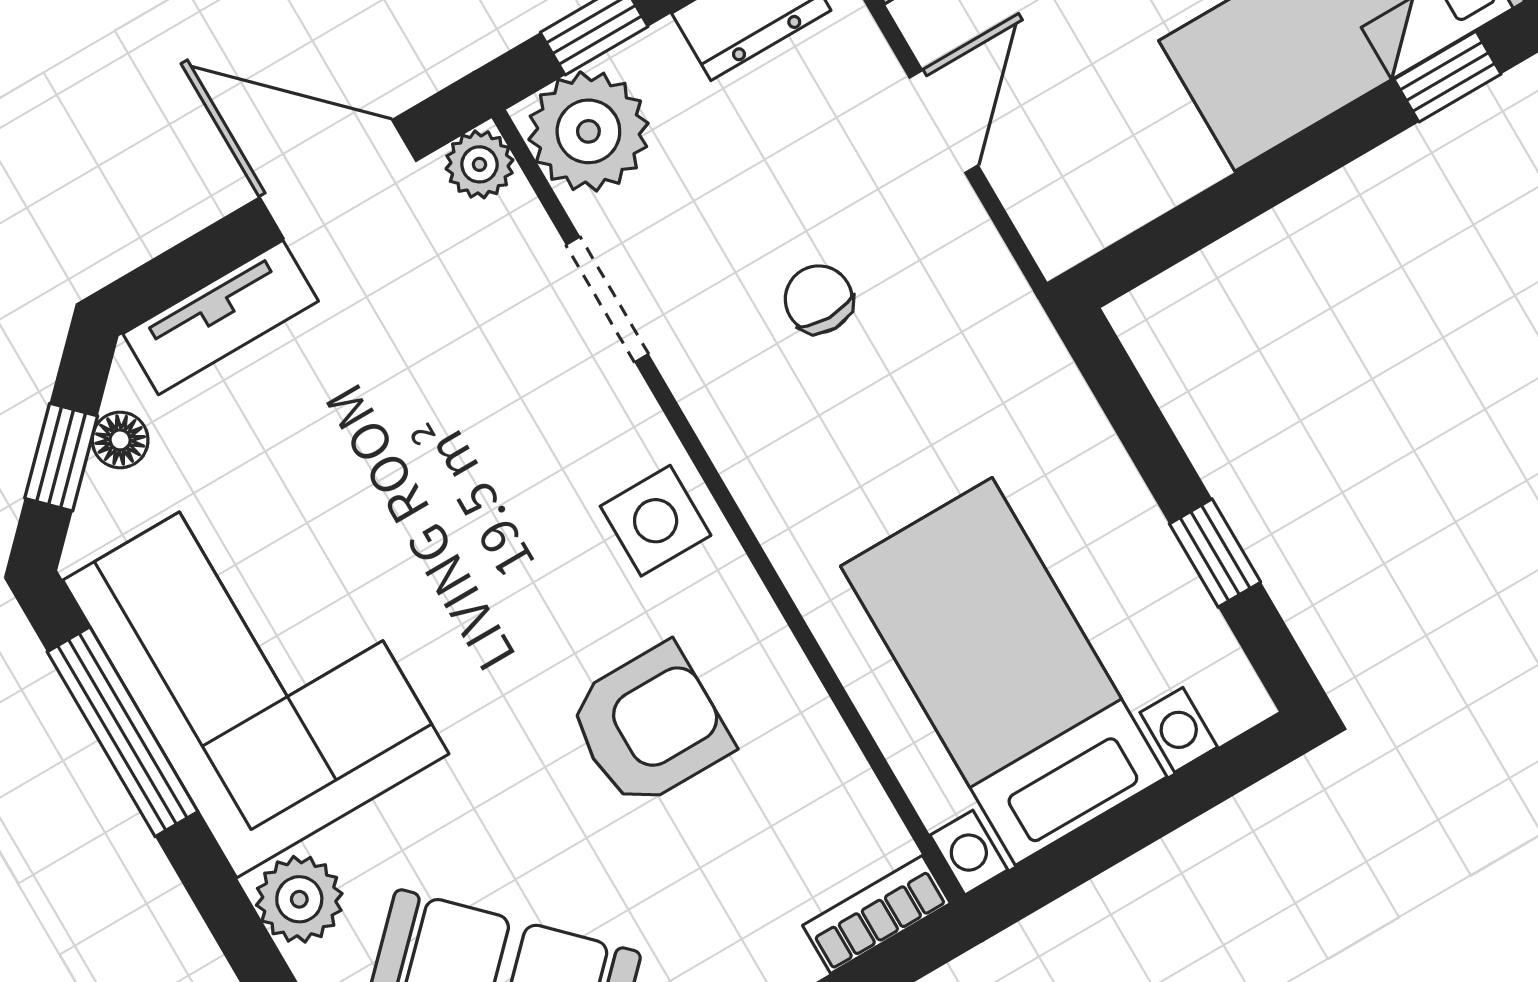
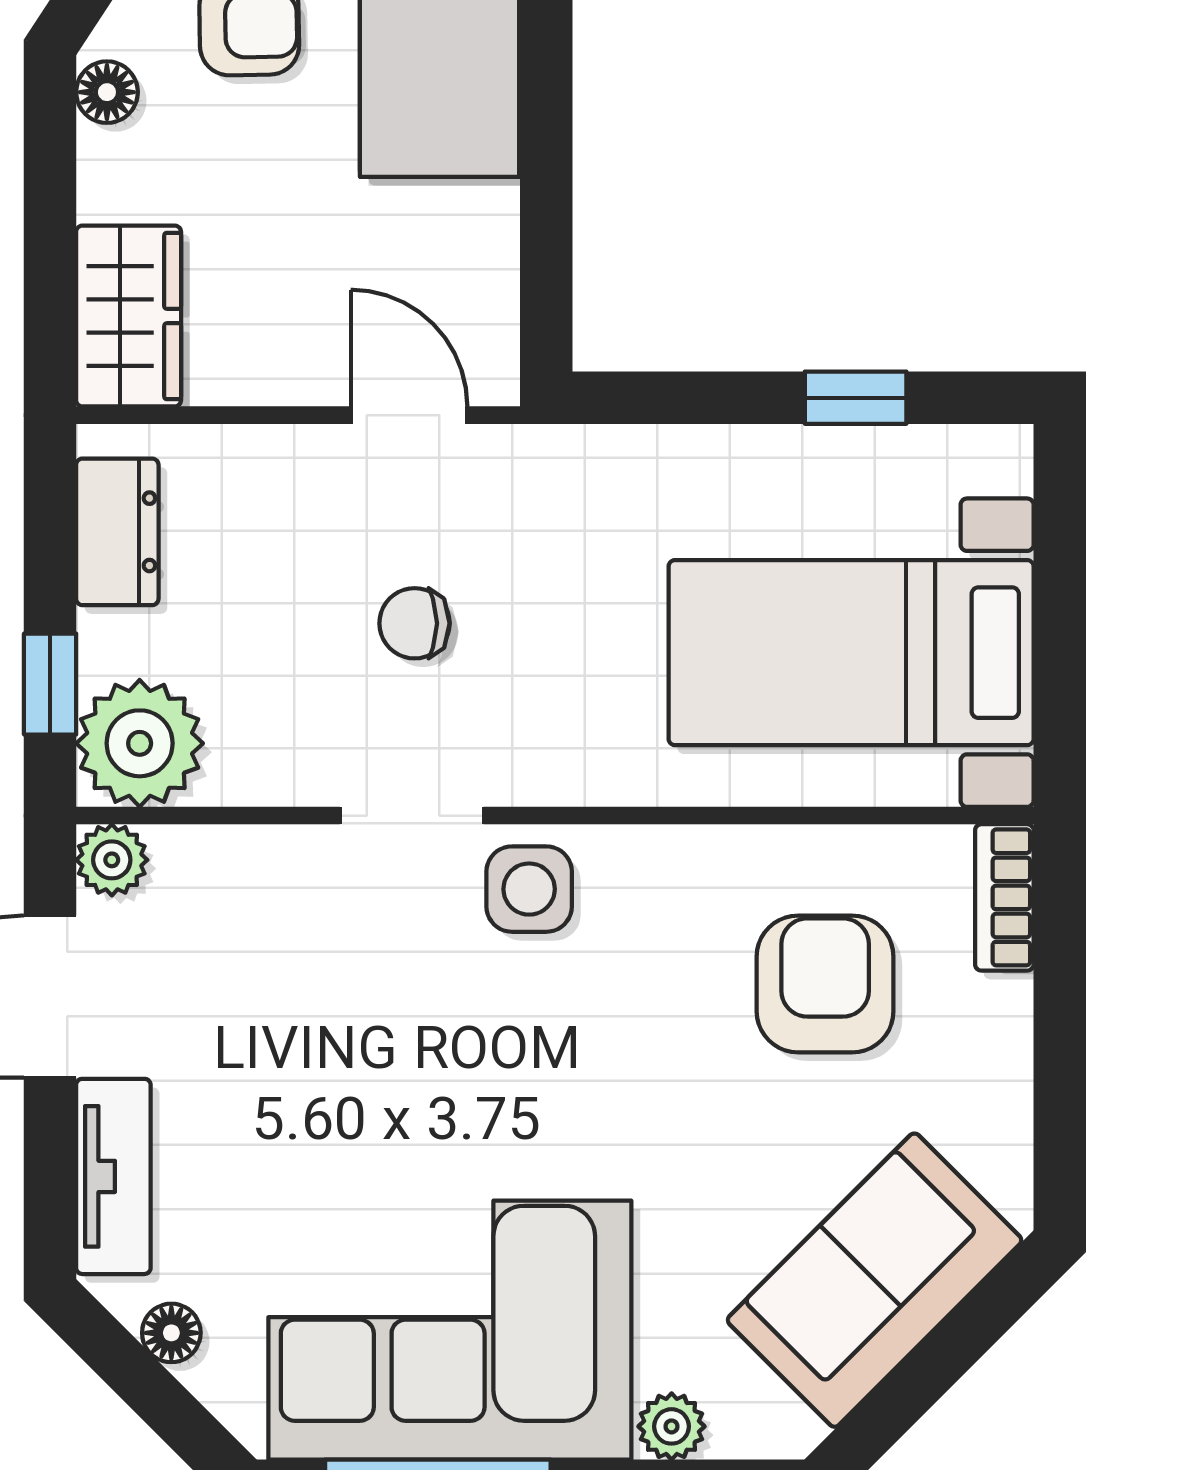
door: (944, 121) -> (409, 415), moved
doorway: (607, 299) -> (412, 816), moved
window: (61, 457) -> (156, 1396), removed
armchair: (649, 726) -> (825, 984), moved
plant: (299, 899) -> (672, 1426), width x0.73, depth x0.73

